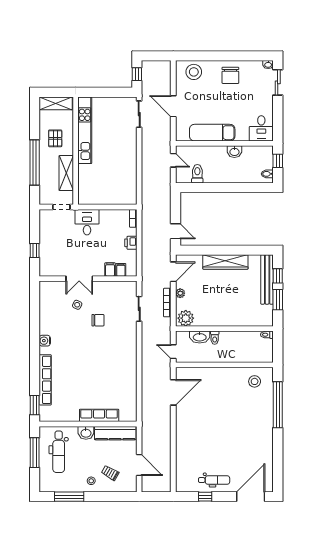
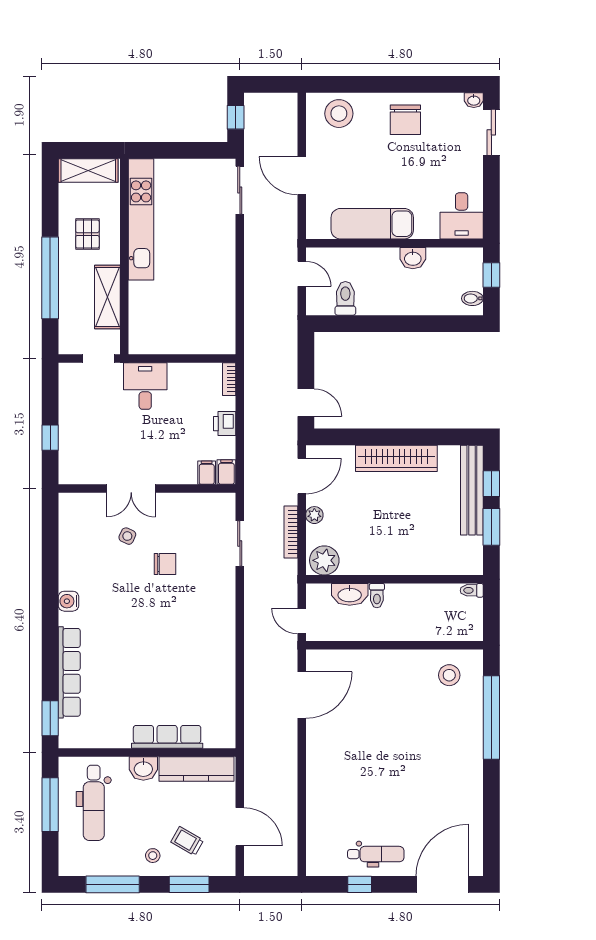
filing cabinet: (110, 269) -> (226, 472), moved
window: (111, 497) -> (189, 884), added

